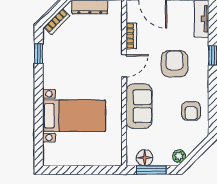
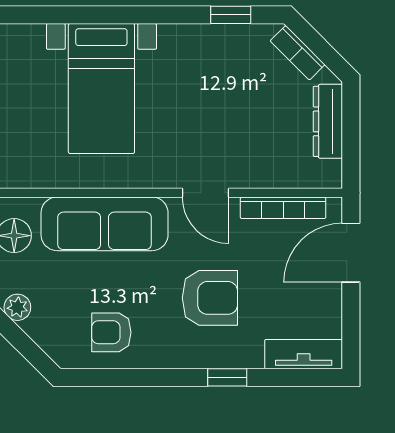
bookcase: (131, 36) -> (283, 208), width x1.56
sofa: (139, 106) -> (105, 224), width x1.36

